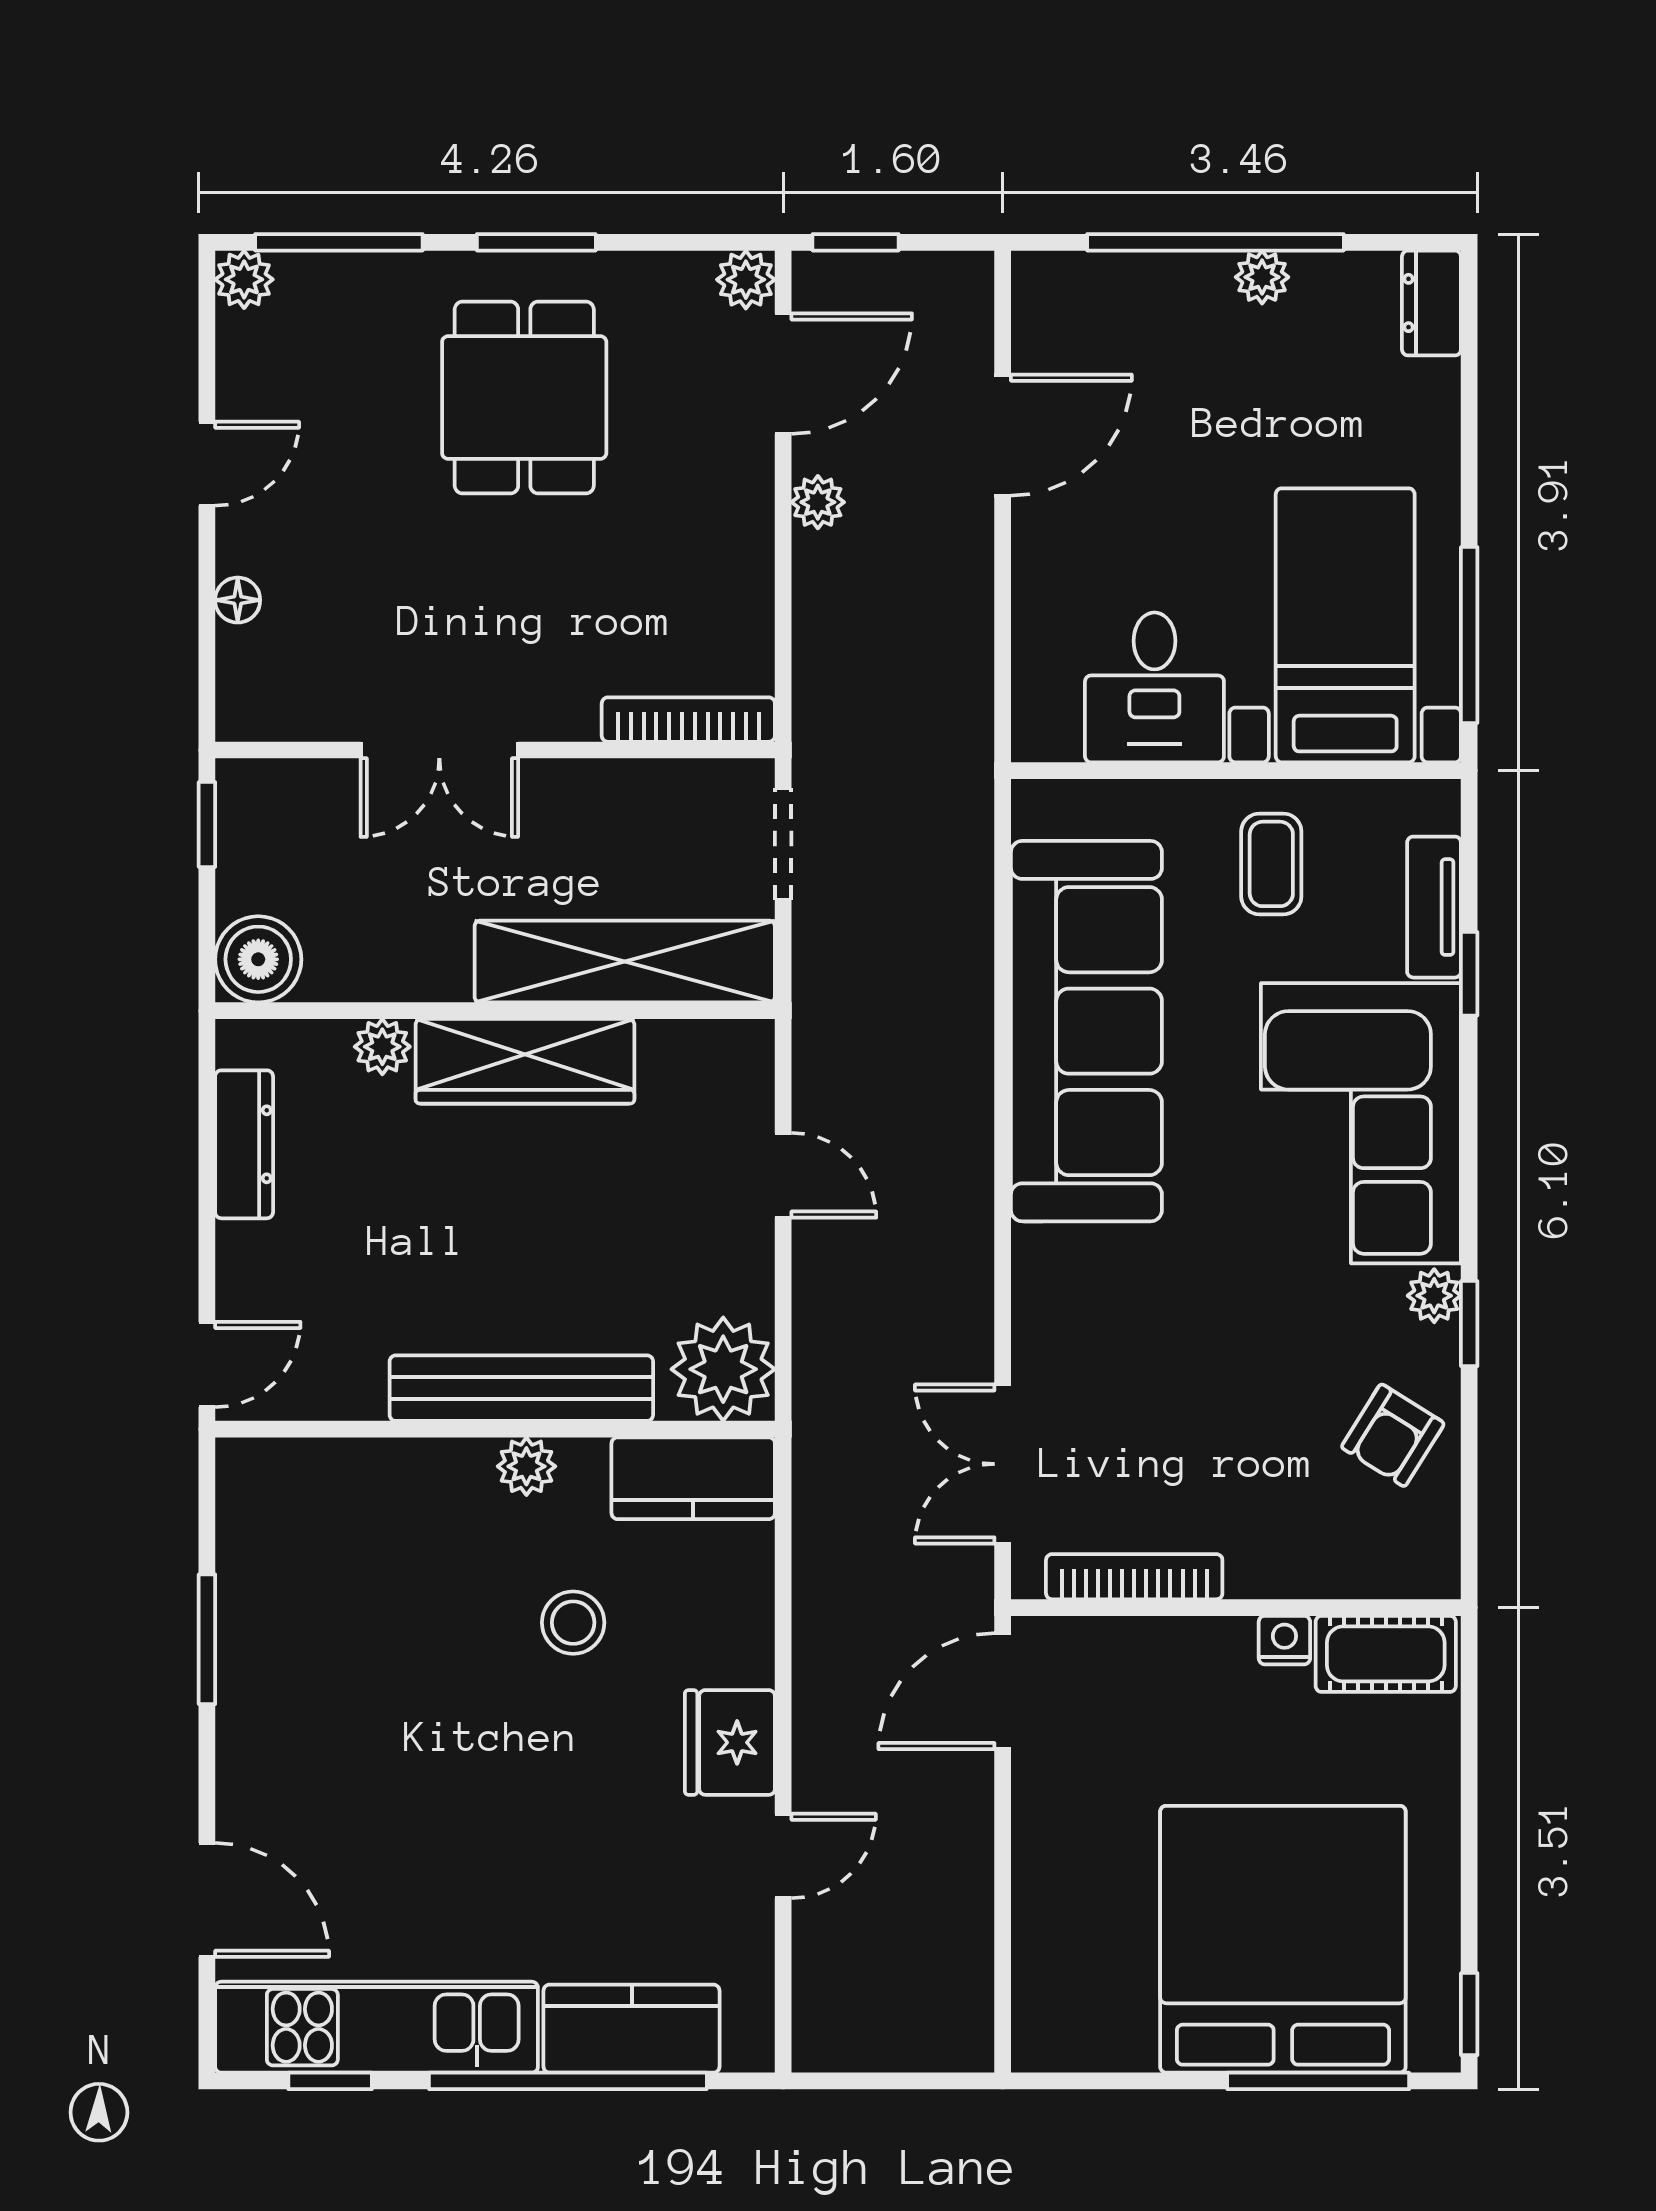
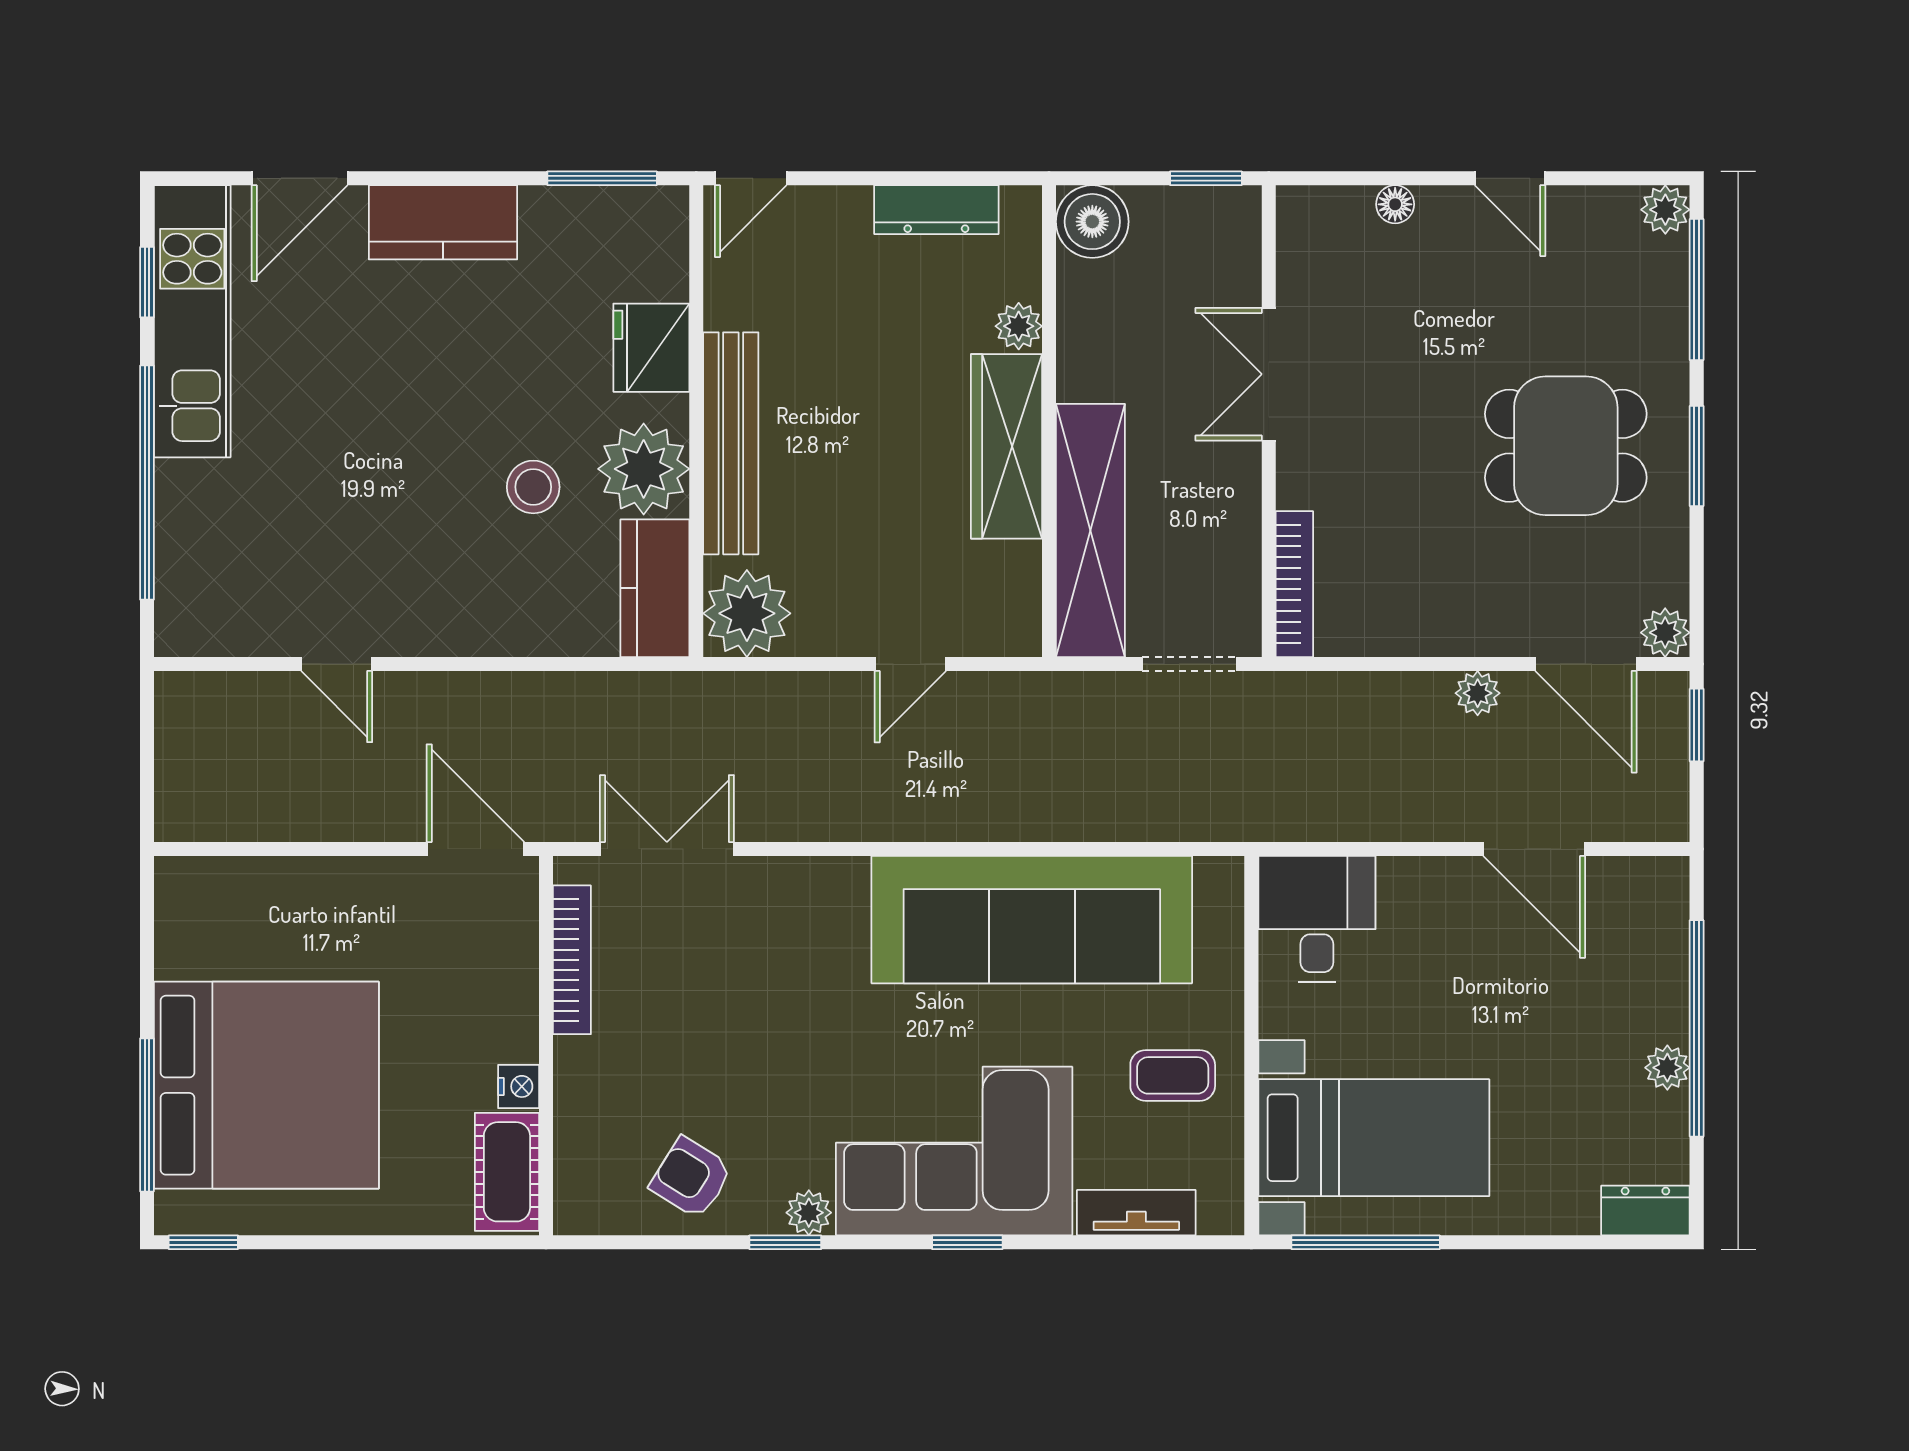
desk: (1154, 687) -> (1317, 919), moved, turned 90
window: (1469, 974) -> (967, 1242), moved
door: (207, 1364) -> (751, 178), hinge flipped
plant: (526, 1466) -> (644, 469), width x1.87, depth x1.87
window: (207, 1639) -> (602, 178), moved
fridge: (730, 1742) -> (651, 348), moved, turned -90
kitchen counter: (632, 2029) -> (443, 222), moved, turned 90

